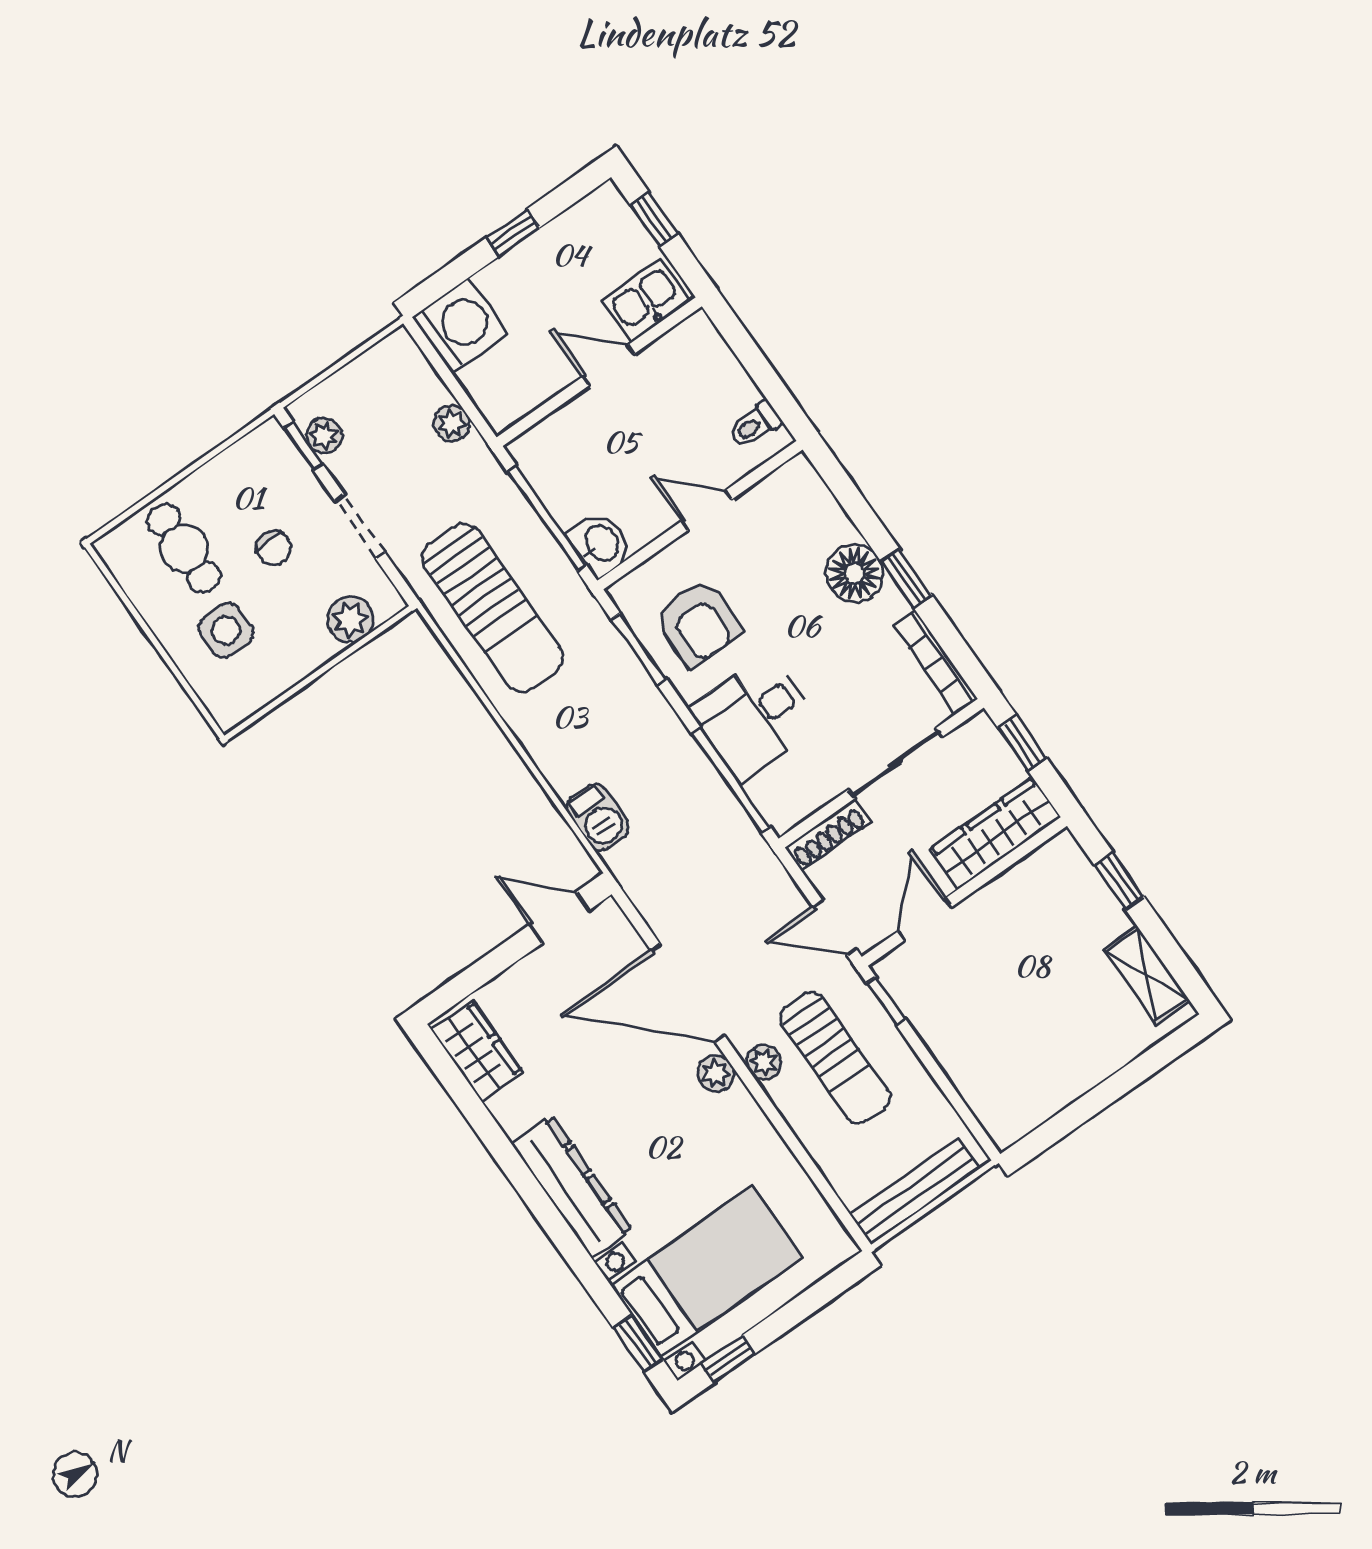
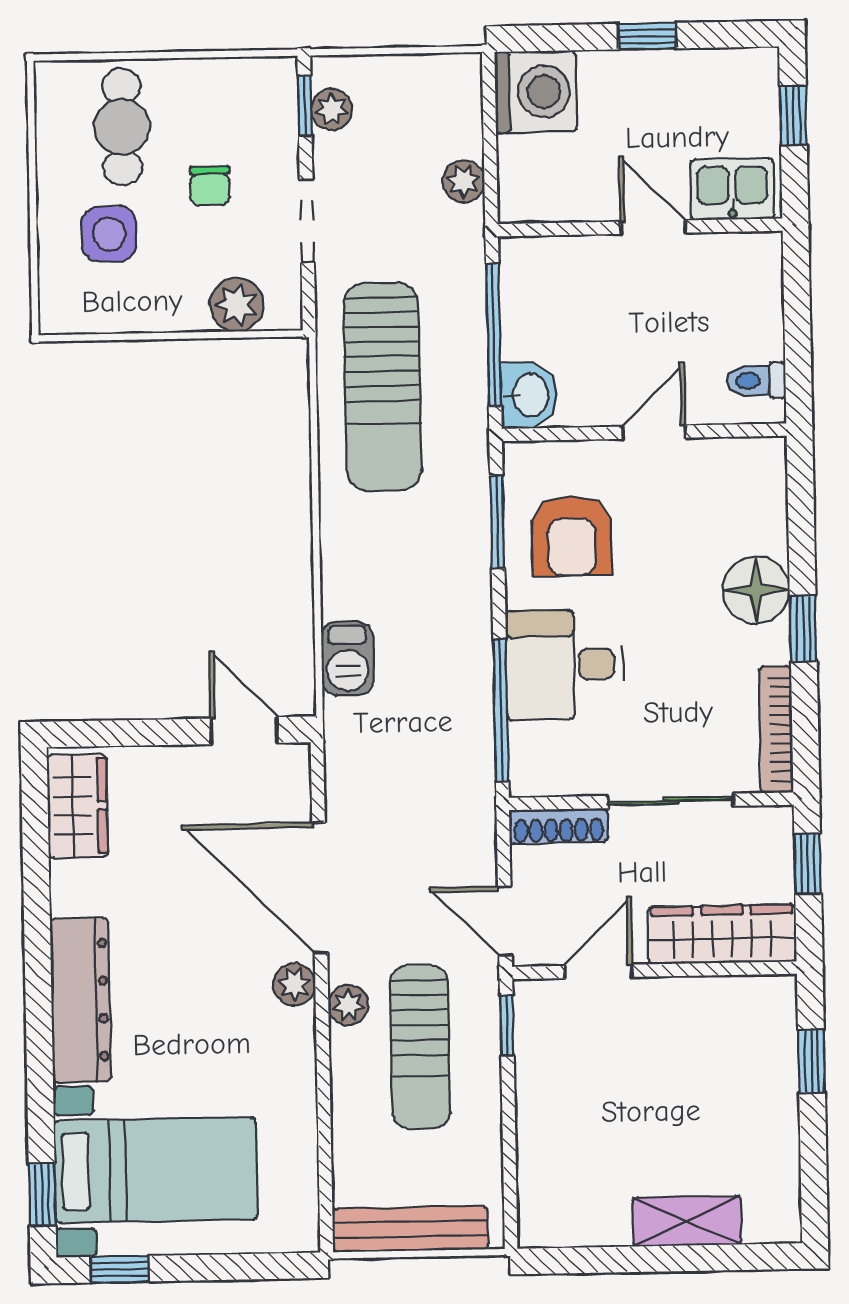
door: (707, 510) -> (654, 432), hinge flipped
shelving: (1147, 975) -> (687, 1221), moved, turned 90

